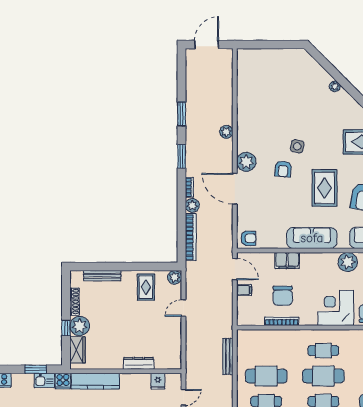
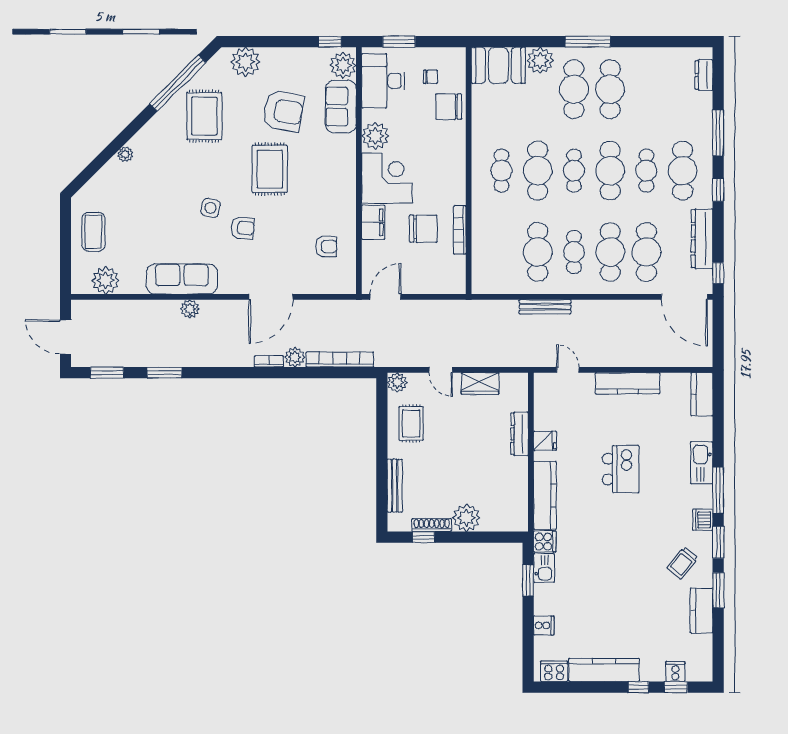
coffee table: (280, 64) -> (93, 232), added
window: (182, 156) -> (107, 373), moved
plant: (246, 162) -> (106, 280), moved
rug: (324, 188) -> (270, 169), turned 90
armchair: (248, 238) -> (326, 246), moved, turned 90
sofa: (312, 238) -> (182, 279), moved, turned 90
rug: (146, 287) -> (411, 423), turned 90
filing cabinet: (244, 290) -> (415, 283), removed
corner desk: (336, 308) -> (387, 178), moved, turned 180
window: (66, 328) -> (424, 537), moved
wardrobe: (78, 350) -> (480, 384), moved, turned 180
bench: (228, 356) -> (545, 307), moved
fridge: (158, 381) -> (545, 441), moved

